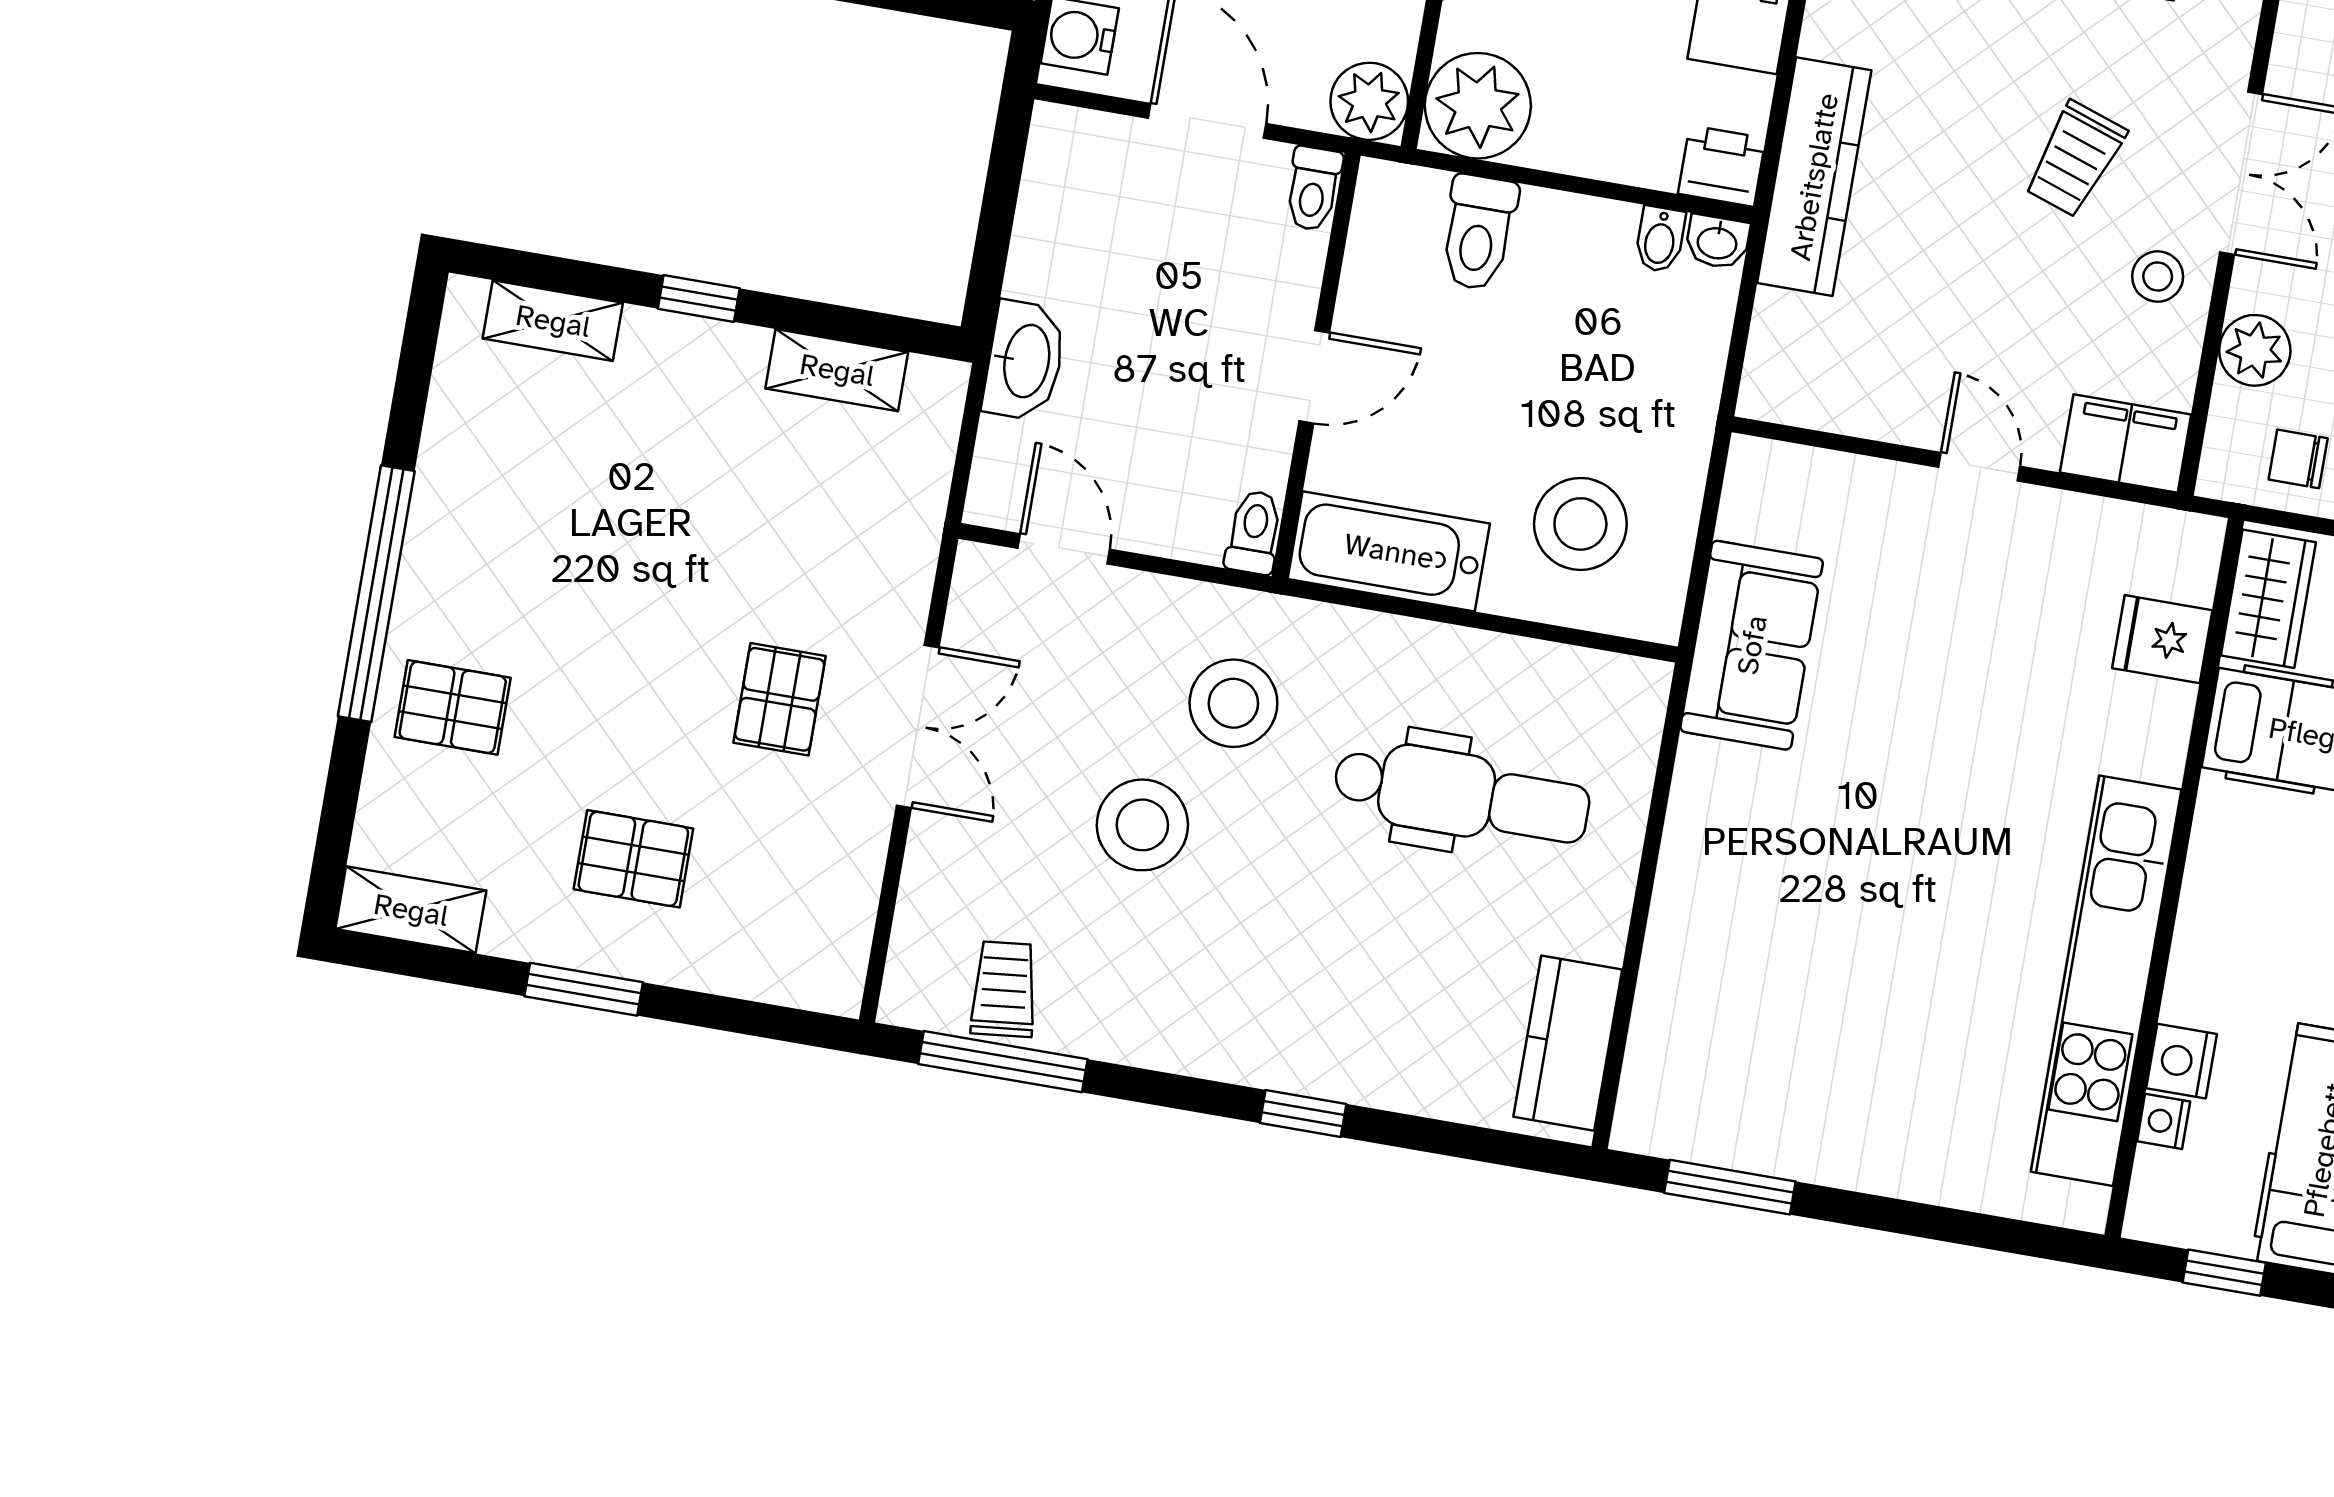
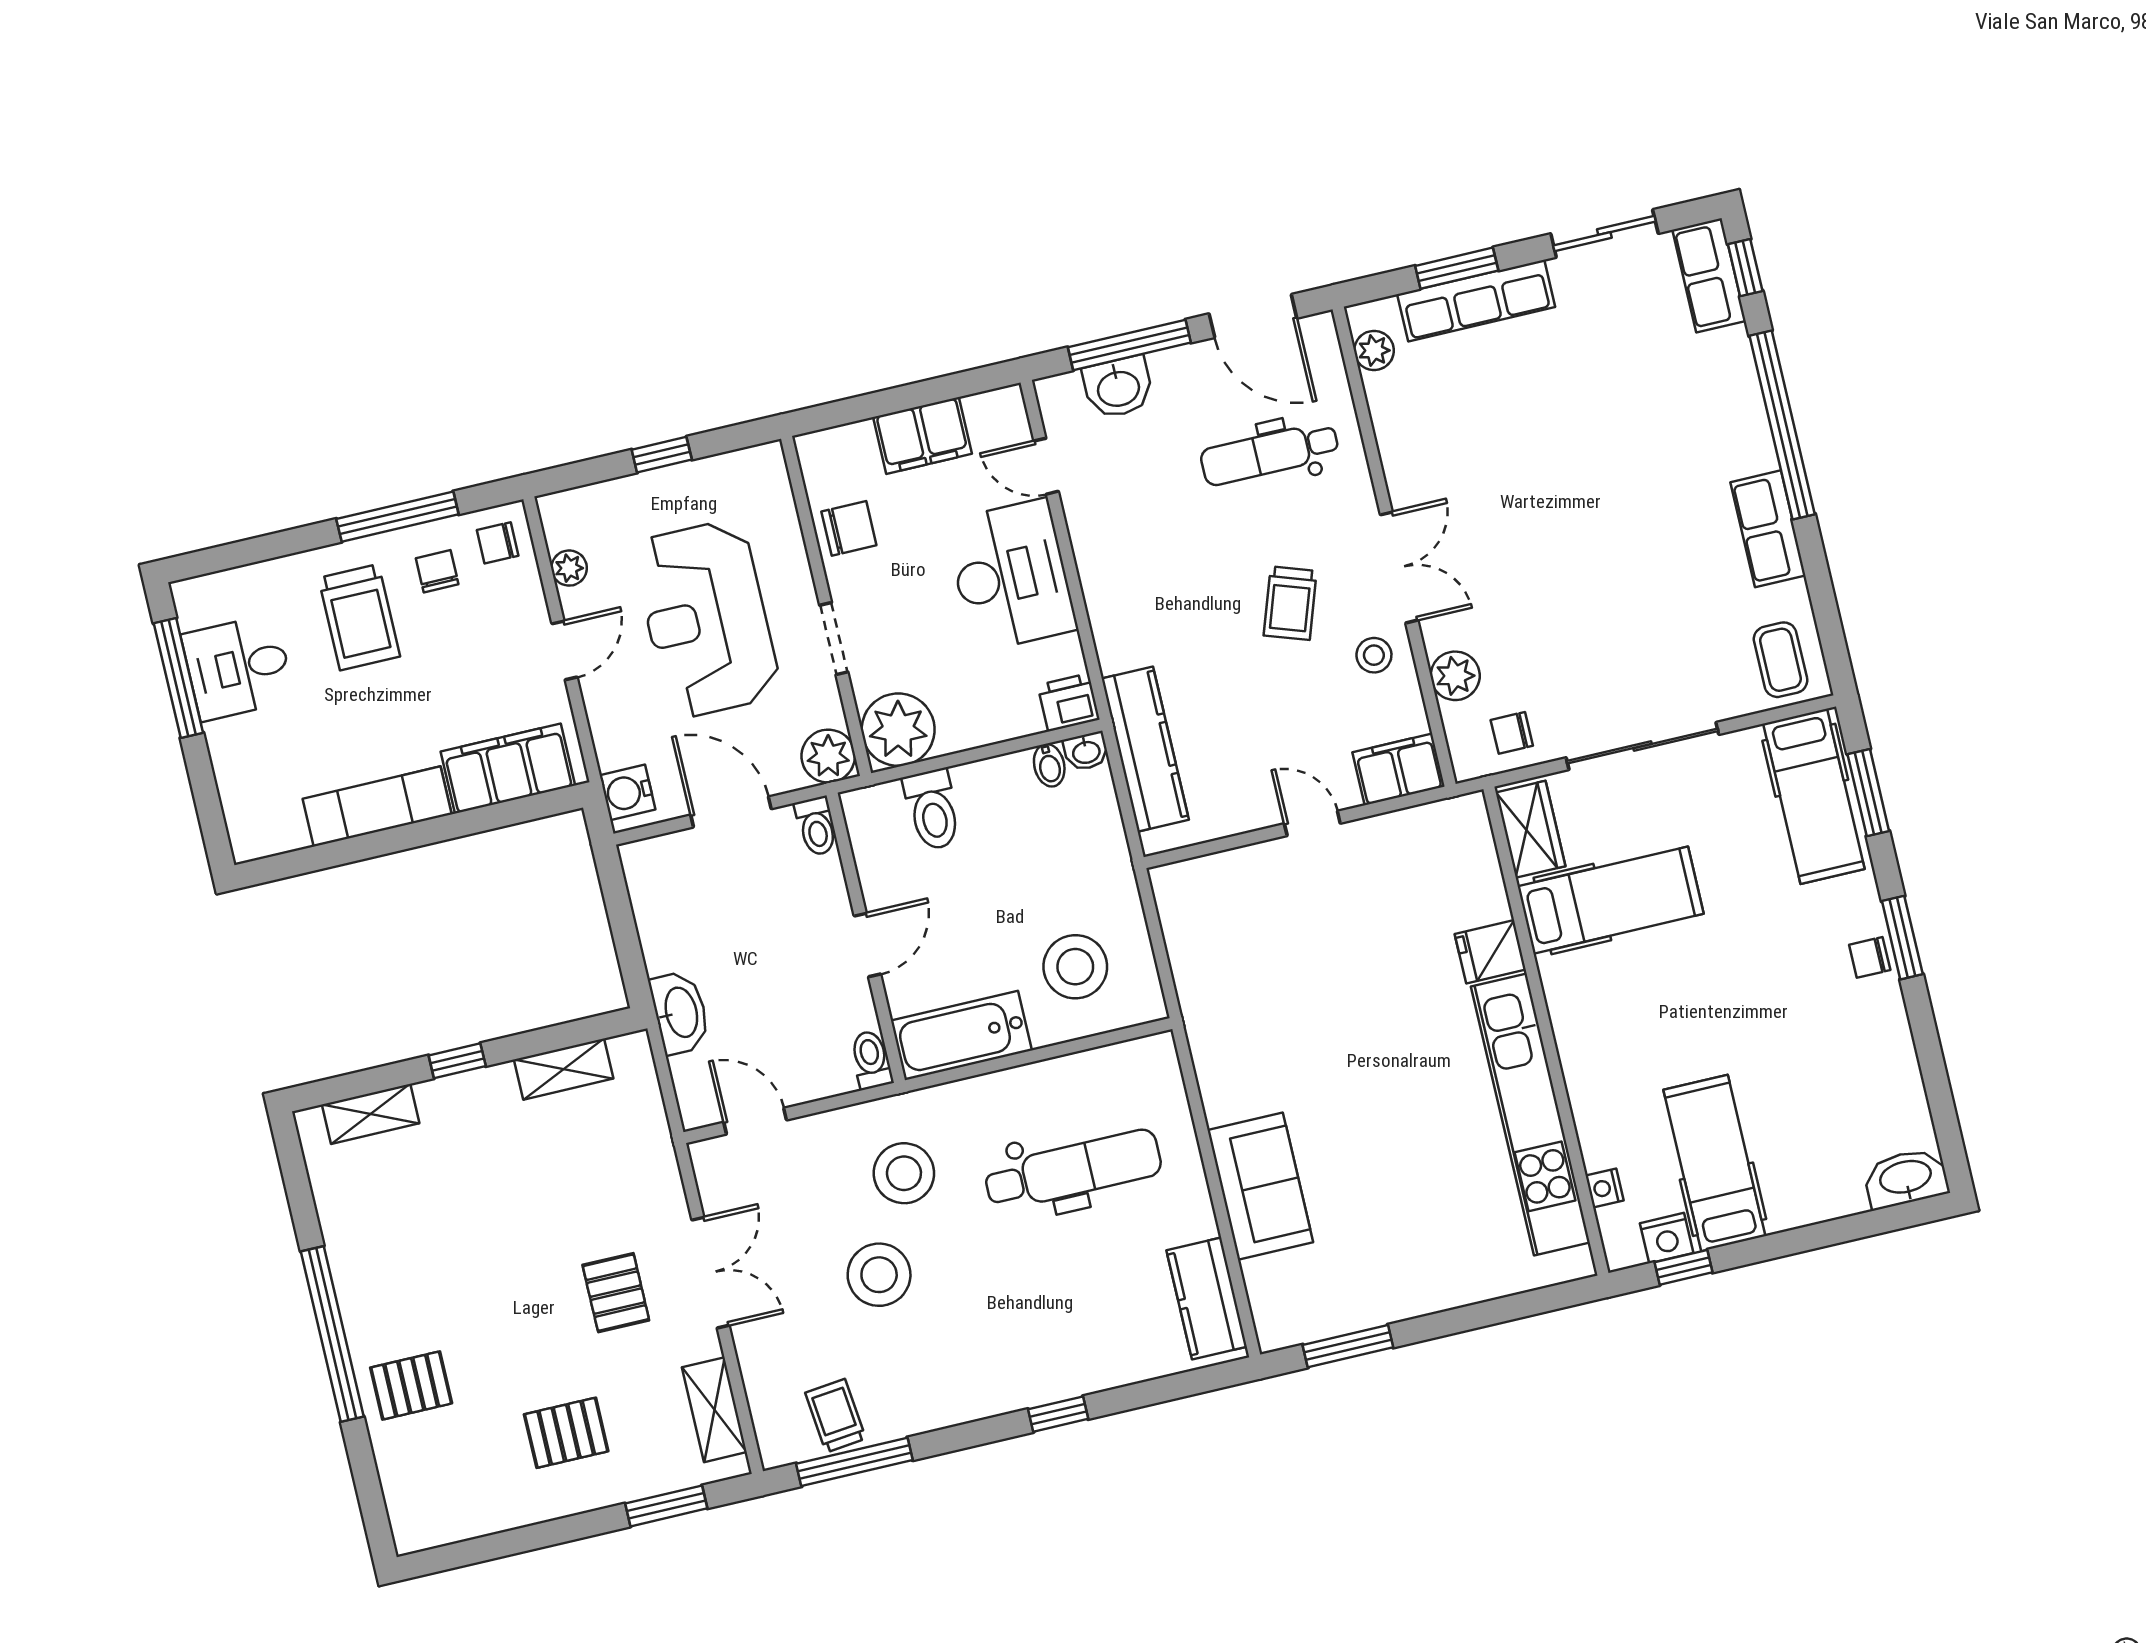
kitchen counter: (1814, 177) -> (1145, 749), moved
fridge: (2162, 639) -> (1490, 952), moved
sofa: (1752, 645) -> (1260, 1186), moved
shelving: (411, 910) -> (714, 1410), moved, turned 90
window: (584, 989) -> (666, 1506), moved
nightstand: (2181, 1061) -> (1667, 1238), moved, turned -90

